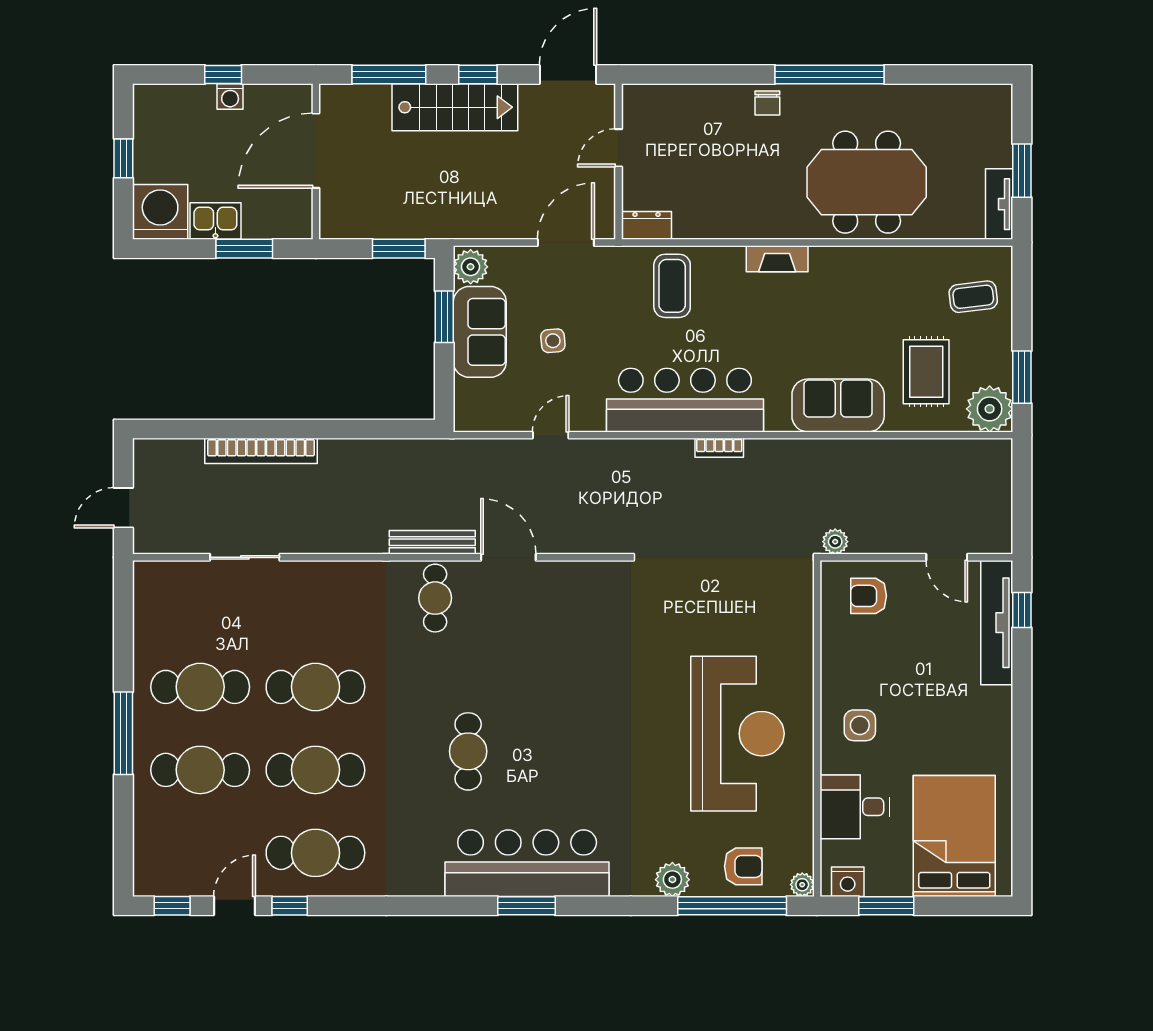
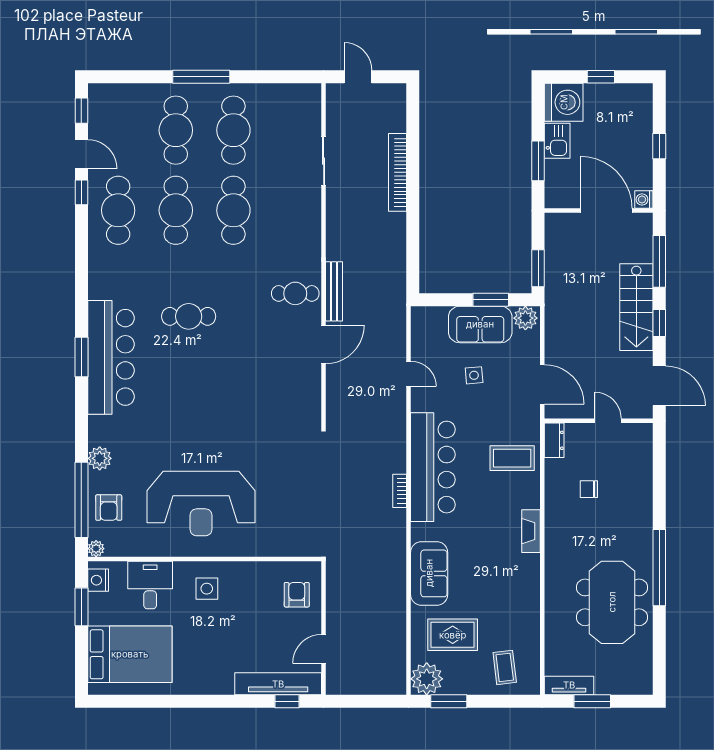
washing machine: (230, 97) -> (644, 199), moved
chair: (767, 103) -> (589, 489), moved
meeting table: (867, 182) -> (612, 602), moved
plant: (835, 542) -> (334, 571), removed

